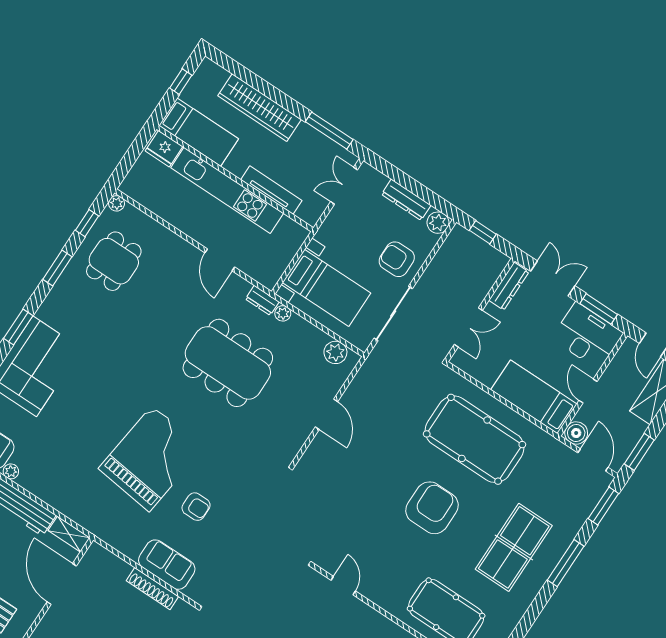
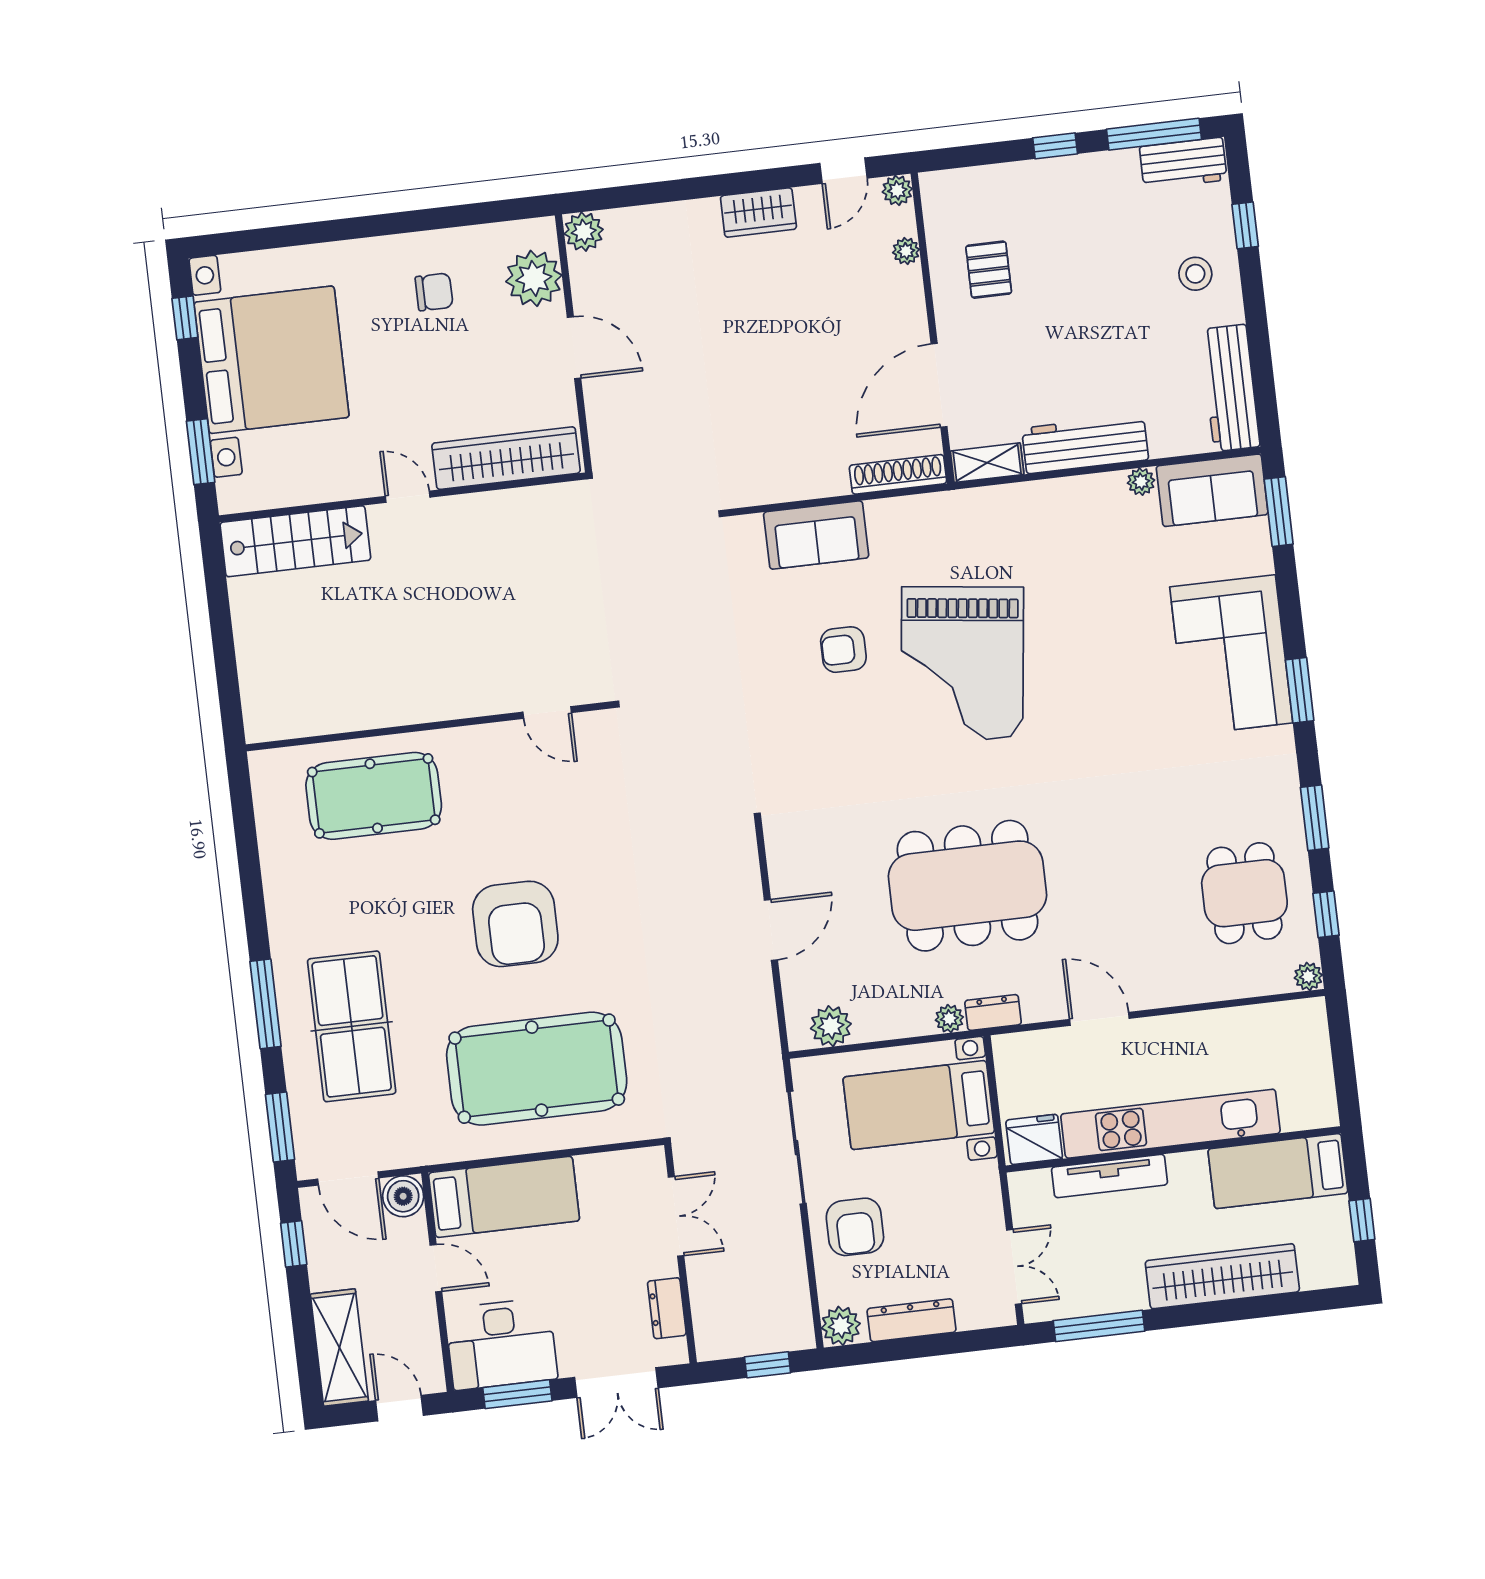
fridge: (164, 149) -> (1034, 1139), moved
armchair: (397, 259) -> (855, 1227), turned 90
dresser: (509, 286) -> (667, 1308), width x0.70
double door: (468, 327) -> (676, 1216), swing flipped
door: (326, 414) -> (771, 930), swing flipped
window: (639, 452) -> (294, 1244), width x0.67
table tennis table: (514, 547) -> (352, 1026), moved
door: (62, 584) -> (939, 385), swing flipped
shoe rack: (152, 589) -> (898, 474), moved

